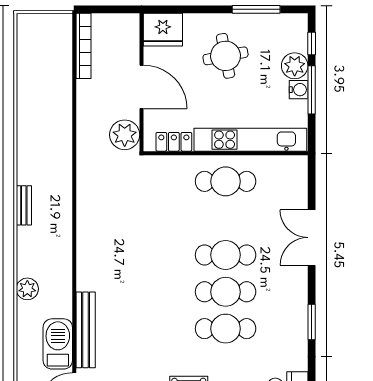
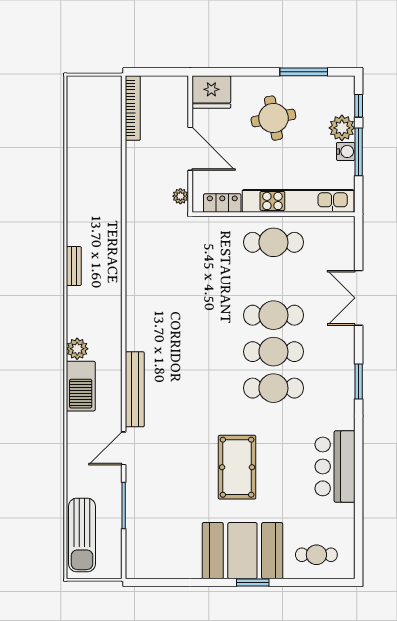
plant: (125, 135) -> (180, 196), width x0.53, depth x0.53
barbecue: (58, 344) -> (81, 386), moved, turned 180

